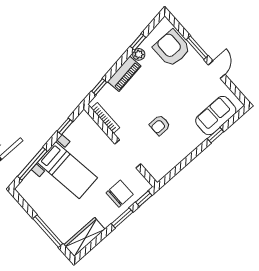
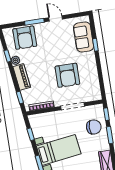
armchair: (172, 48) -> (25, 38), turned -90
armchair: (160, 125) -> (67, 75), width x1.88, depth x1.88
chair: (120, 194) -> (94, 127), turned 90

